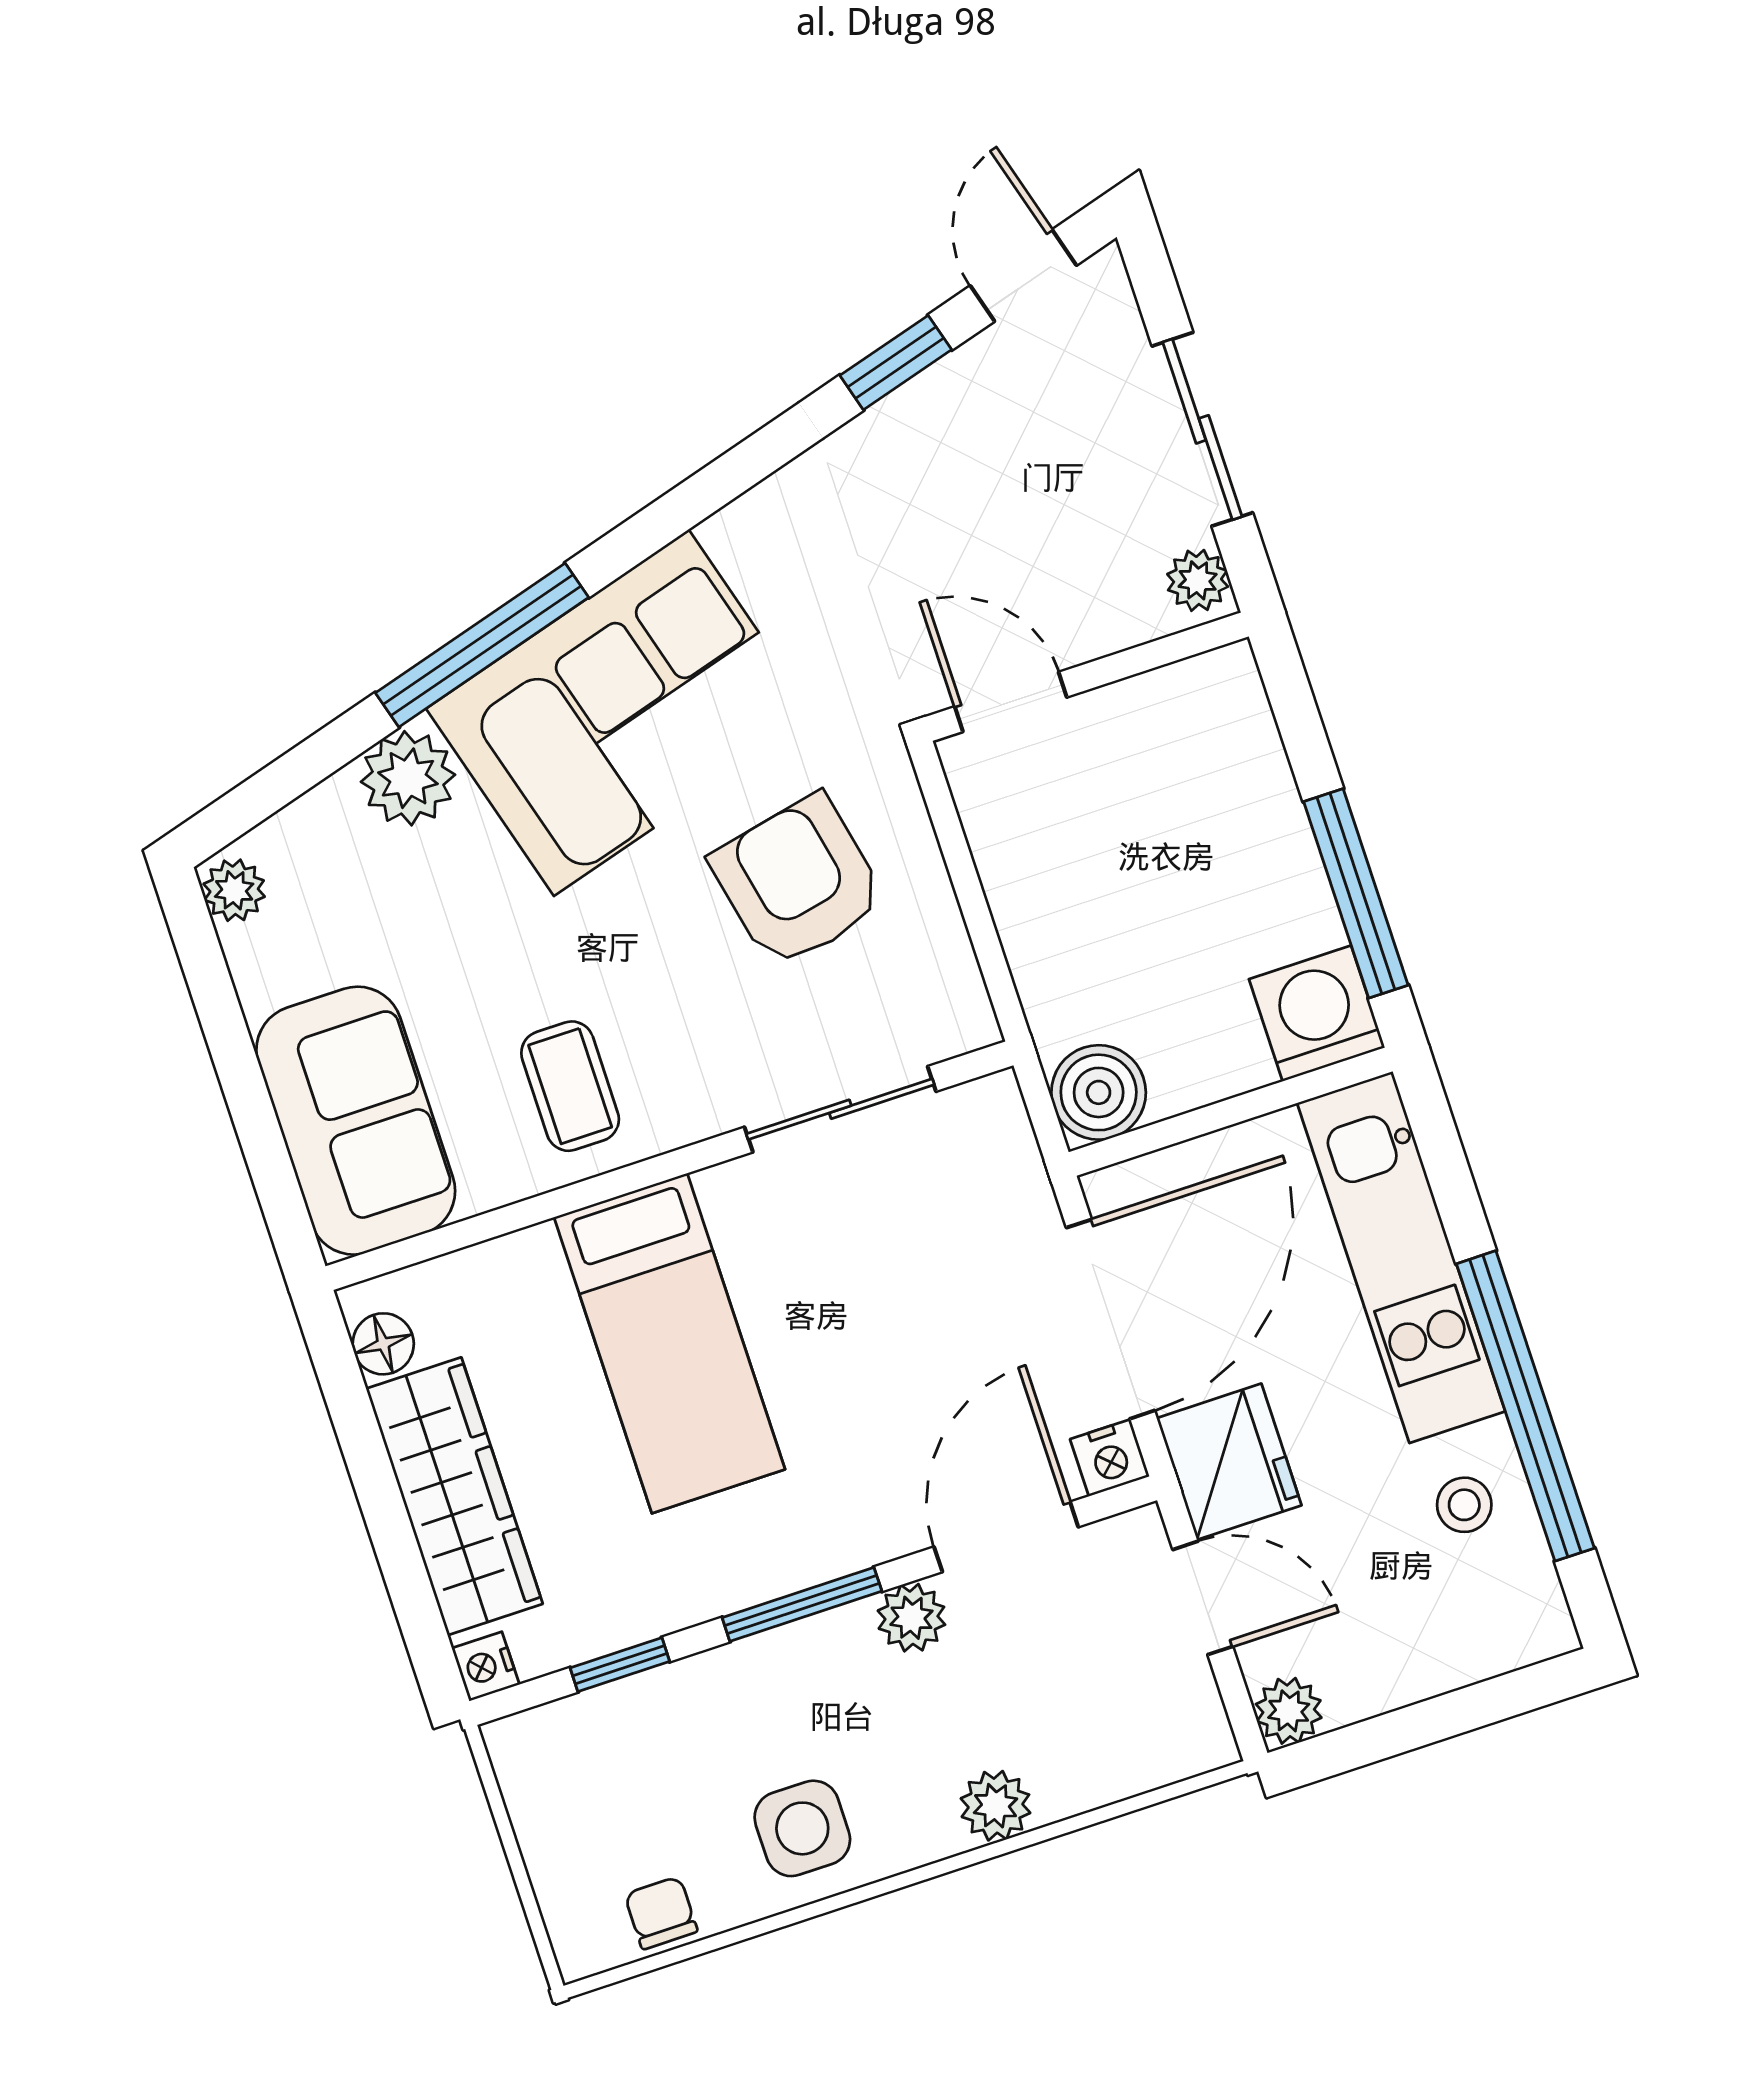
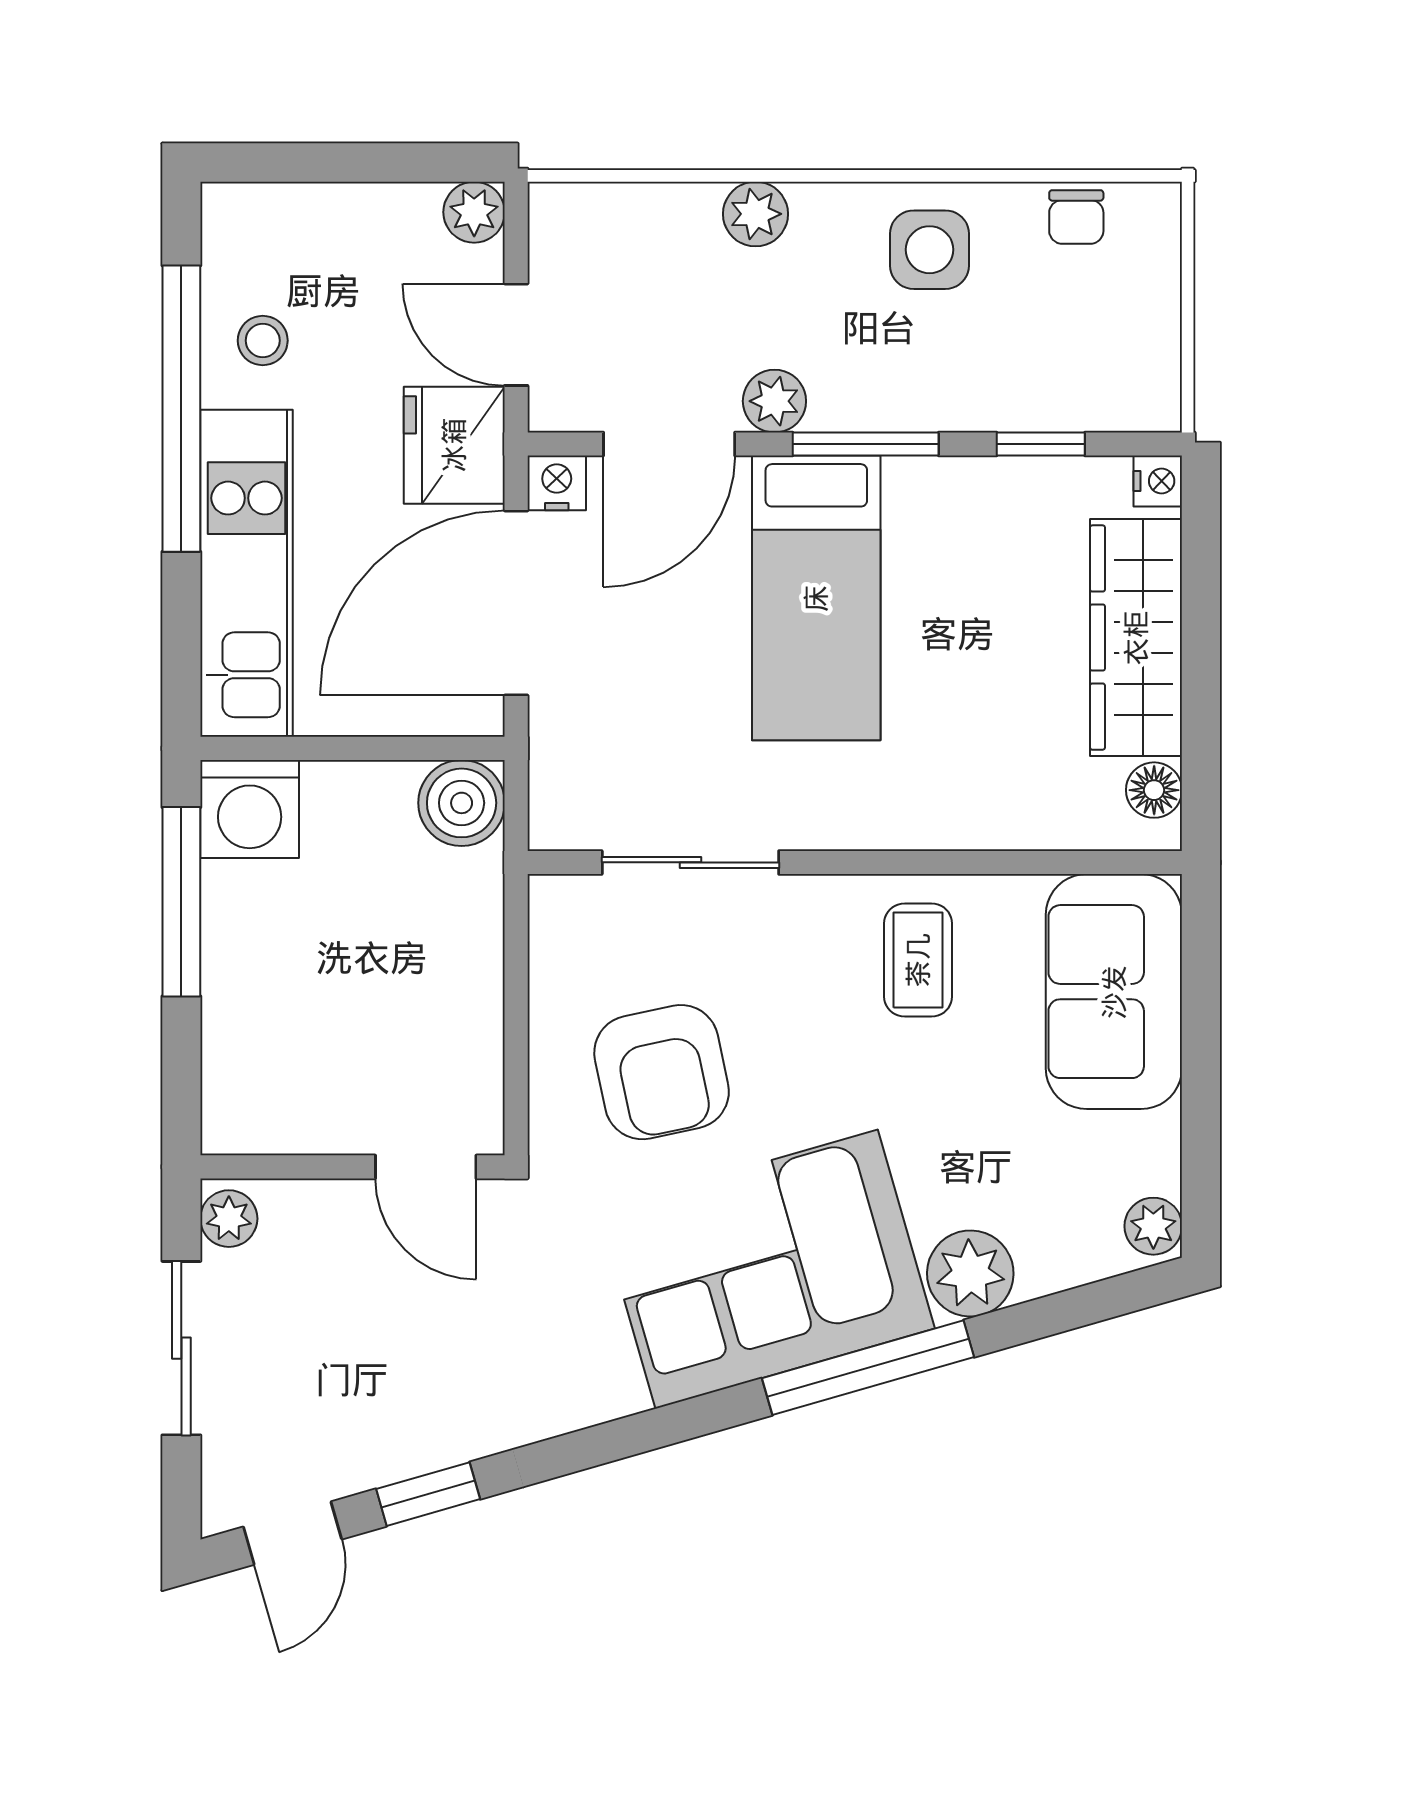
bed: (670, 1343) -> (816, 598), moved, turned 180

